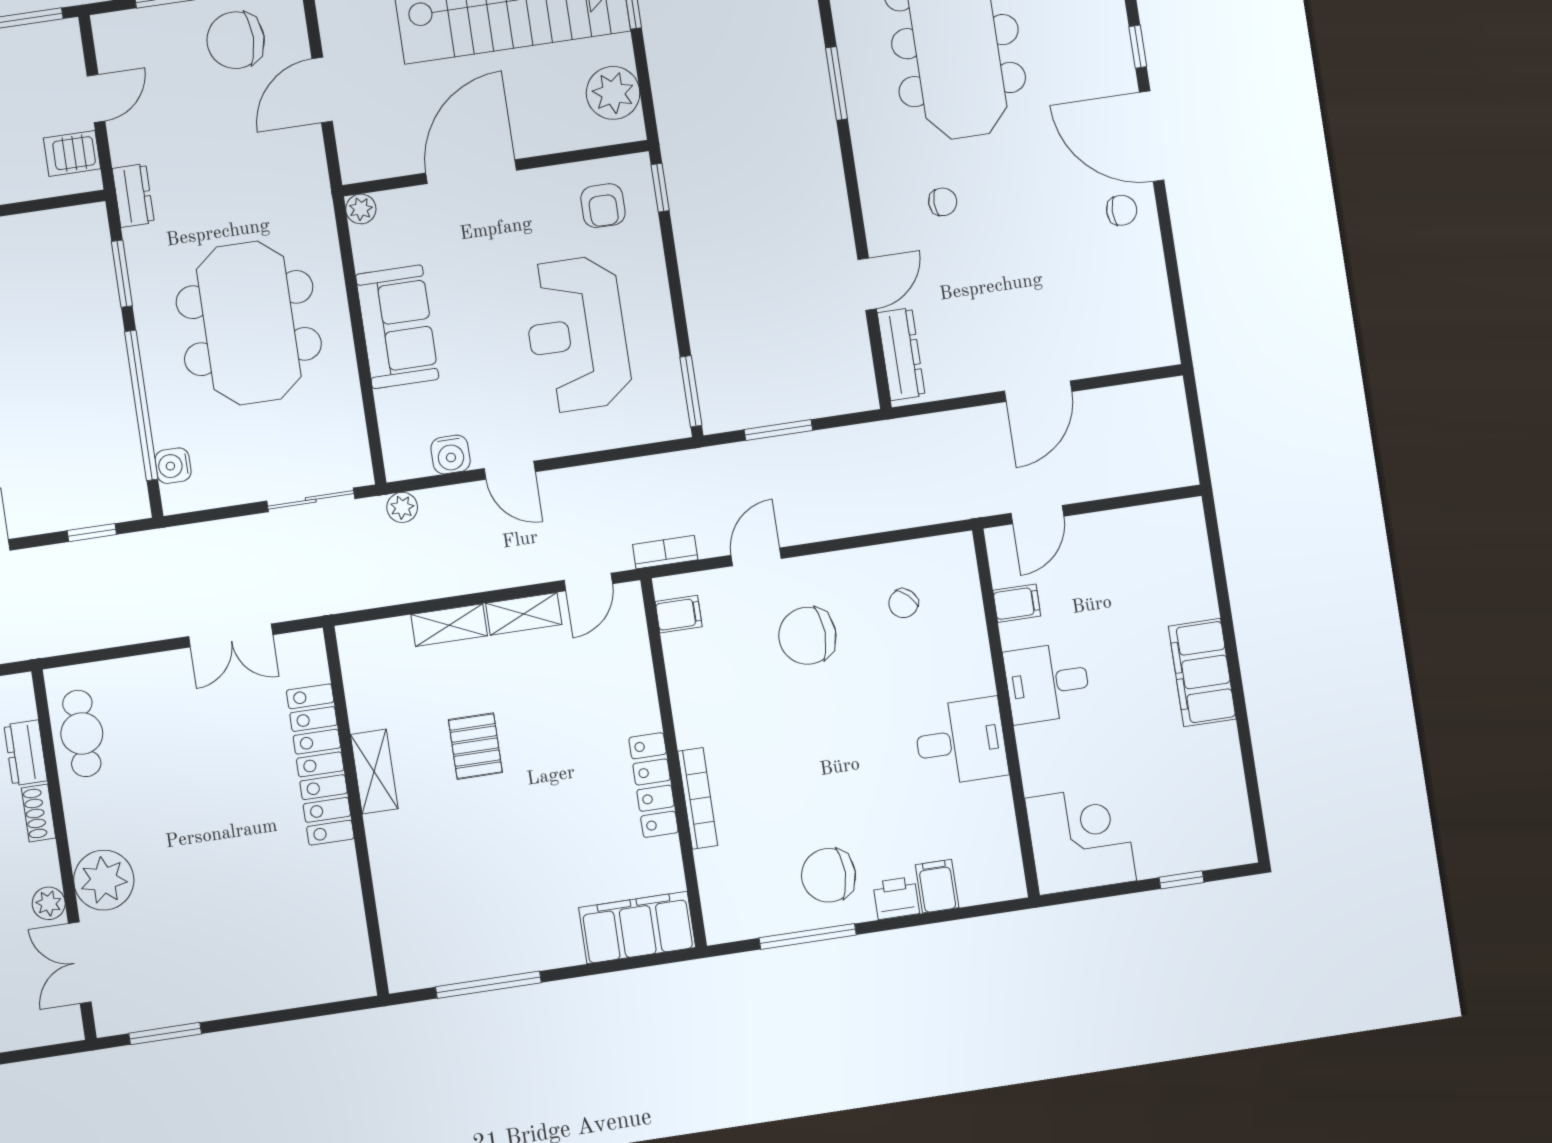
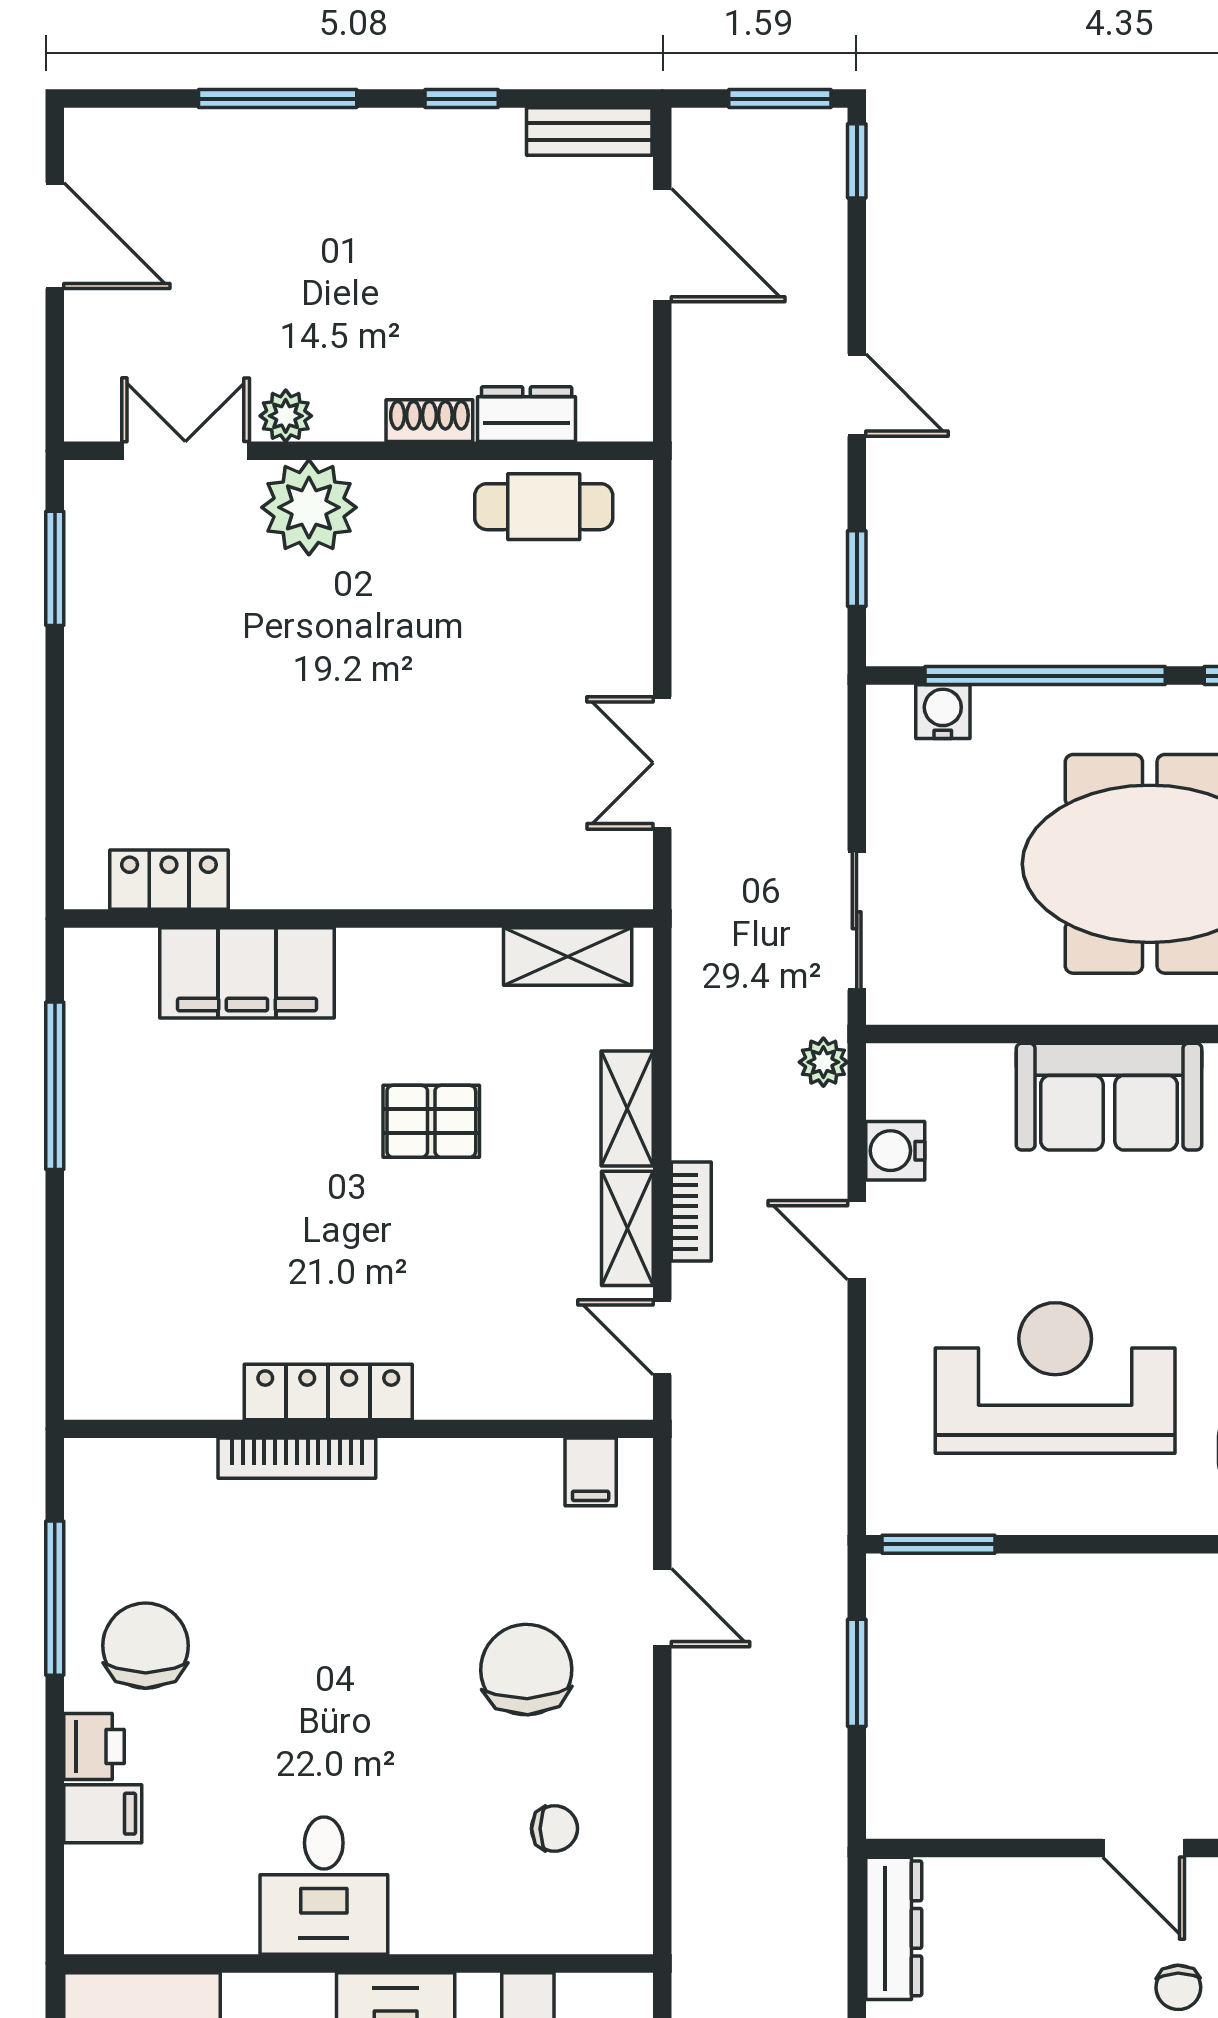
door: (867, 284) -> (1144, 1848), moved
dresser: (901, 354) -> (894, 1928), moved, turned -90
door: (510, 470) -> (857, 1240), hinge flipped
bookcase: (665, 552) -> (691, 1212), moved
chair: (903, 603) -> (554, 1829), turned 136
locker: (320, 764) -> (169, 880), moved, width x0.46, depth x0.83
shelving: (374, 772) -> (568, 956), moved
filing cabinet: (637, 927) -> (247, 973), moved, turned 90

